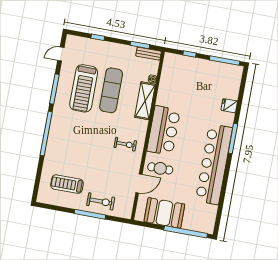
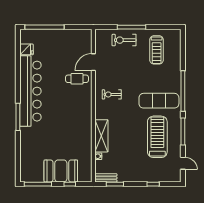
door: (61, 54) -> (183, 163), hinge flipped
exercise mat: (111, 90) -> (159, 101), moved, turned 90
fridge: (229, 106) -> (26, 49), moved
bar counter: (164, 130) -> (80, 113), removed
treadmill: (67, 184) -> (157, 50), turned 90
booth: (164, 213) -> (61, 171), moved

